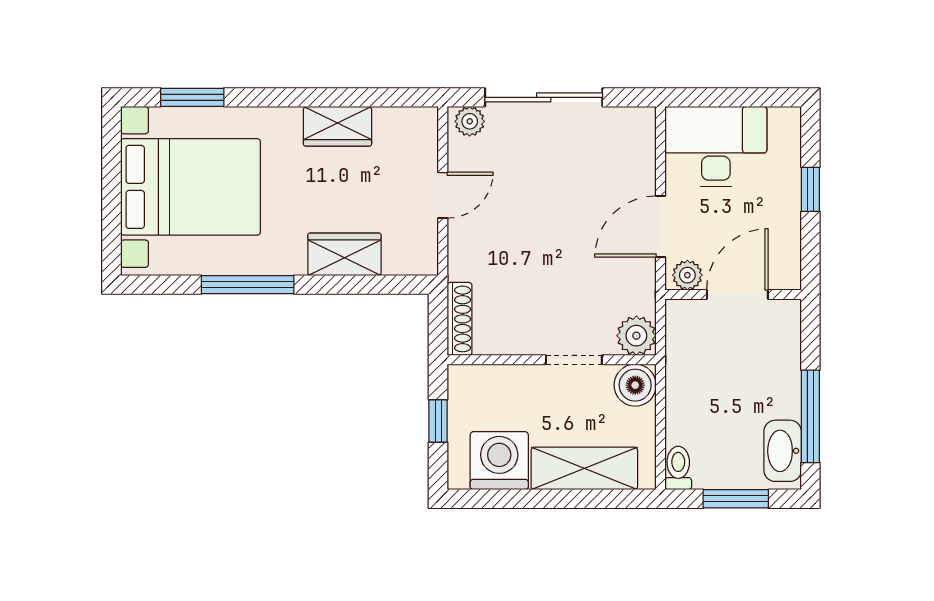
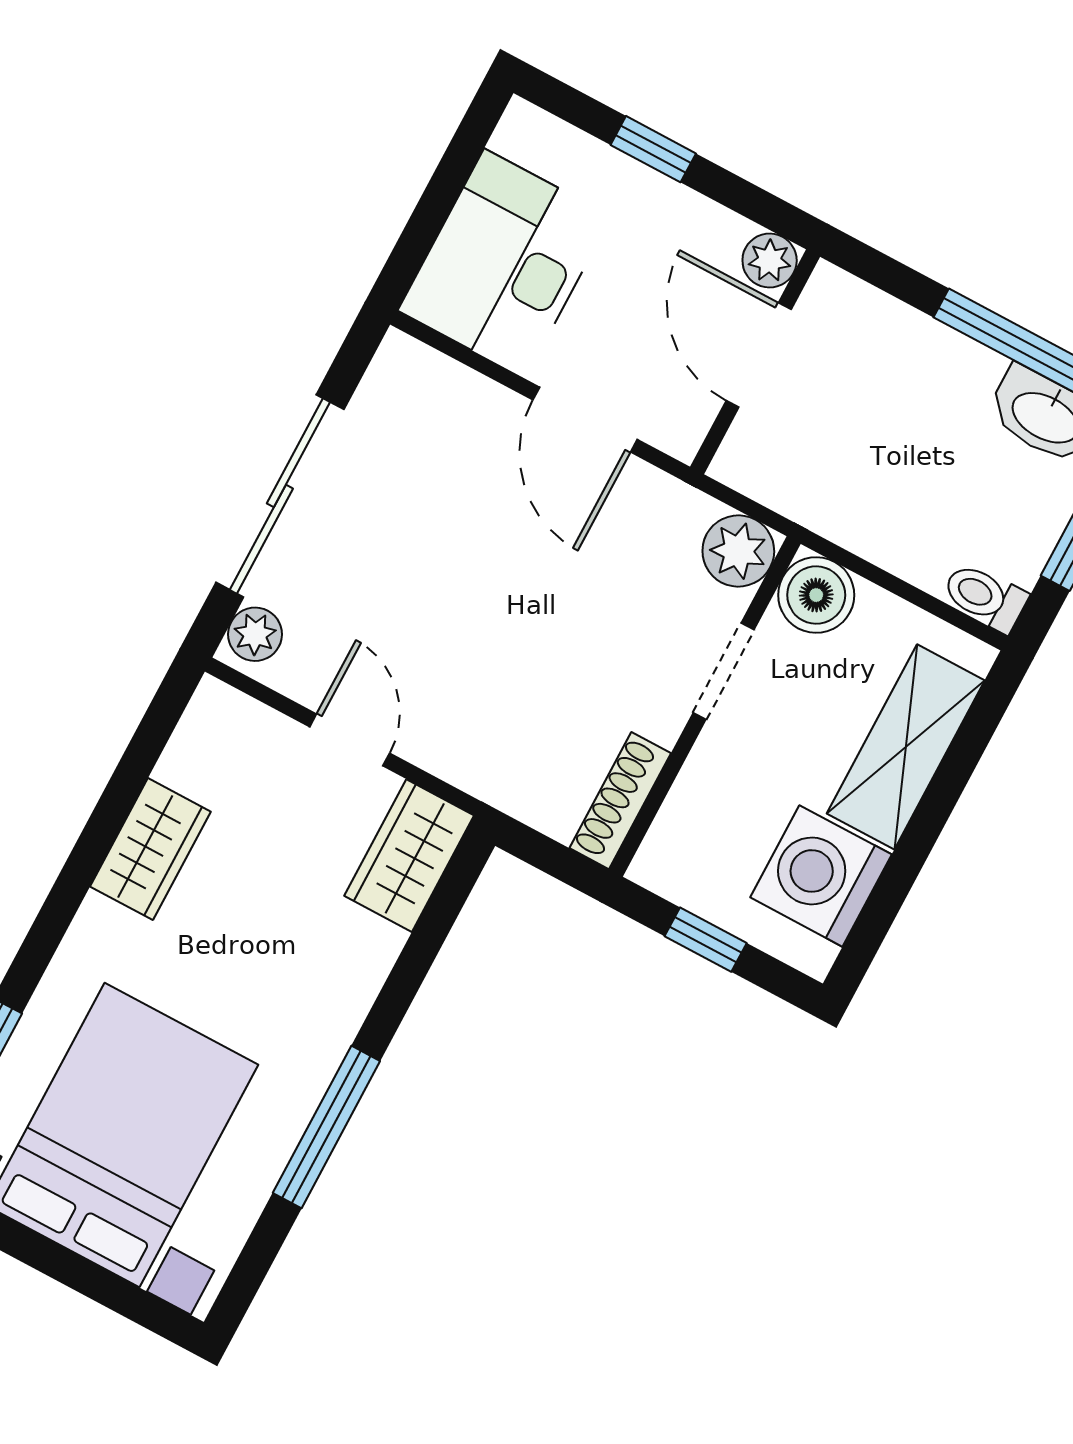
wardrobe: (344, 254) -> (409, 856), moved
plant: (687, 275) -> (770, 261), moved
shoe rack: (460, 319) -> (620, 801), moved, turned -90

